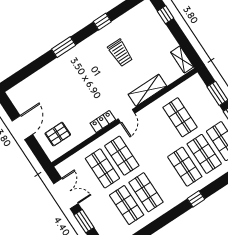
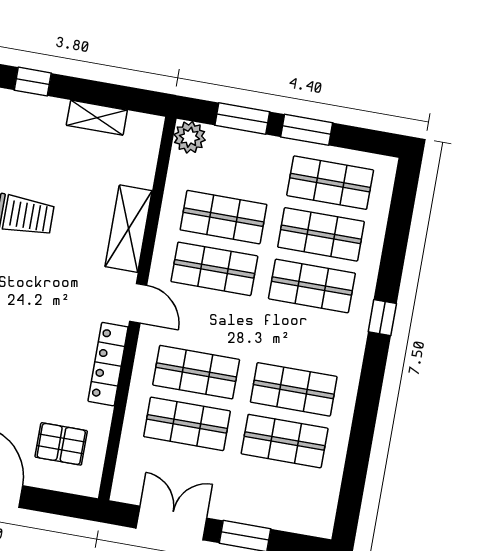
shelving: (182, 59) -> (97, 118), moved
plant: (195, 82) -> (190, 137), added
locker: (103, 121) -> (108, 364), width x1.53
shop shelf: (161, 130) -> (214, 269), added
pallet: (58, 134) -> (61, 444), turned 90

